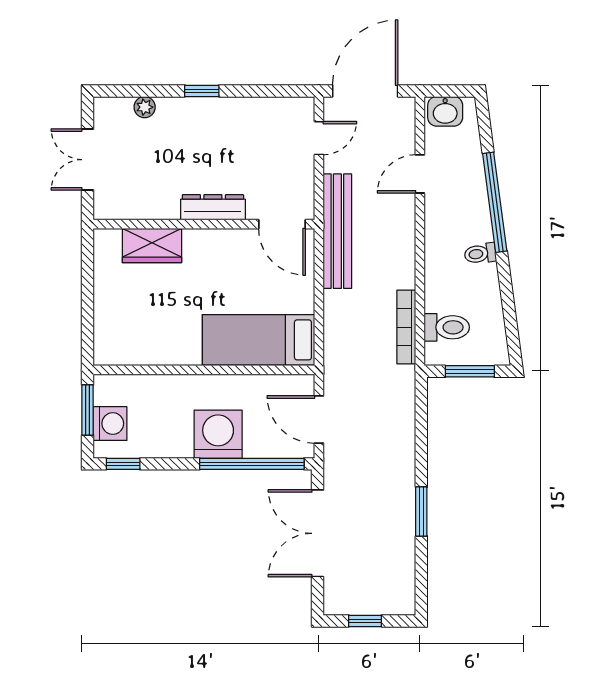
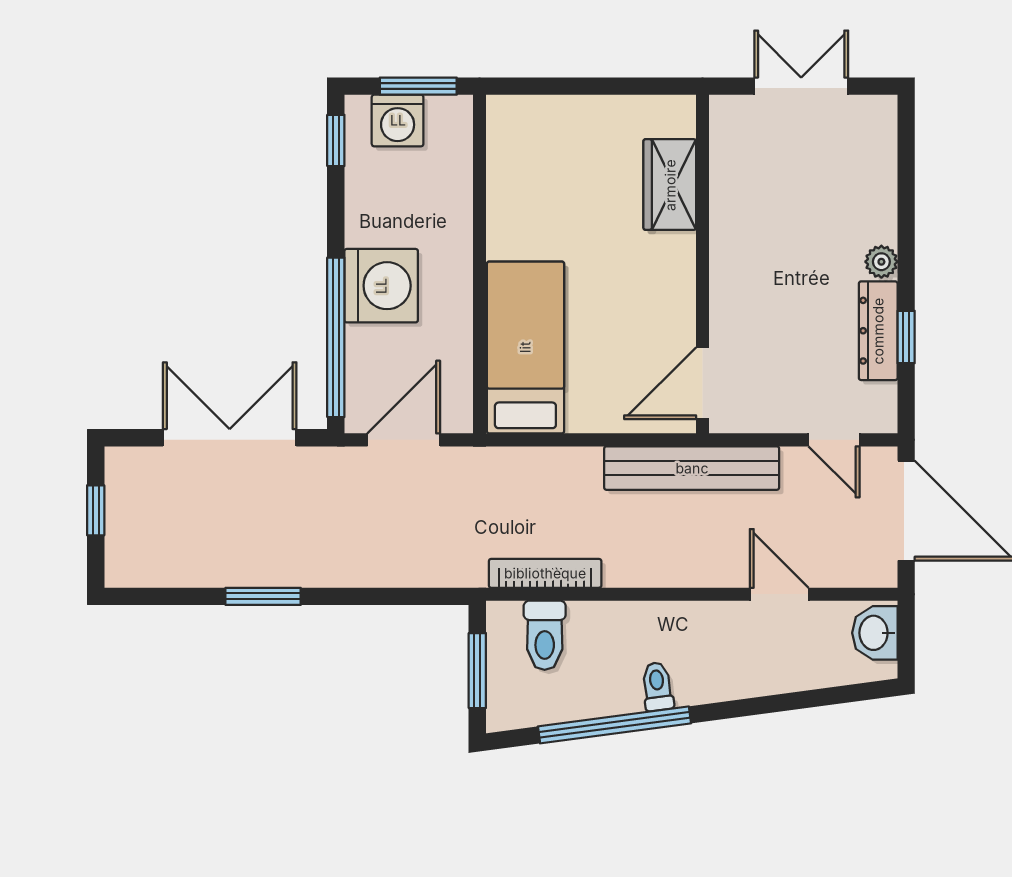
window: (202, 91) -> (906, 337), moved
plant: (145, 107) -> (881, 262), moved
window: (495, 202) -> (614, 725), moved
dresser: (213, 207) -> (878, 331), moved, turned 180

